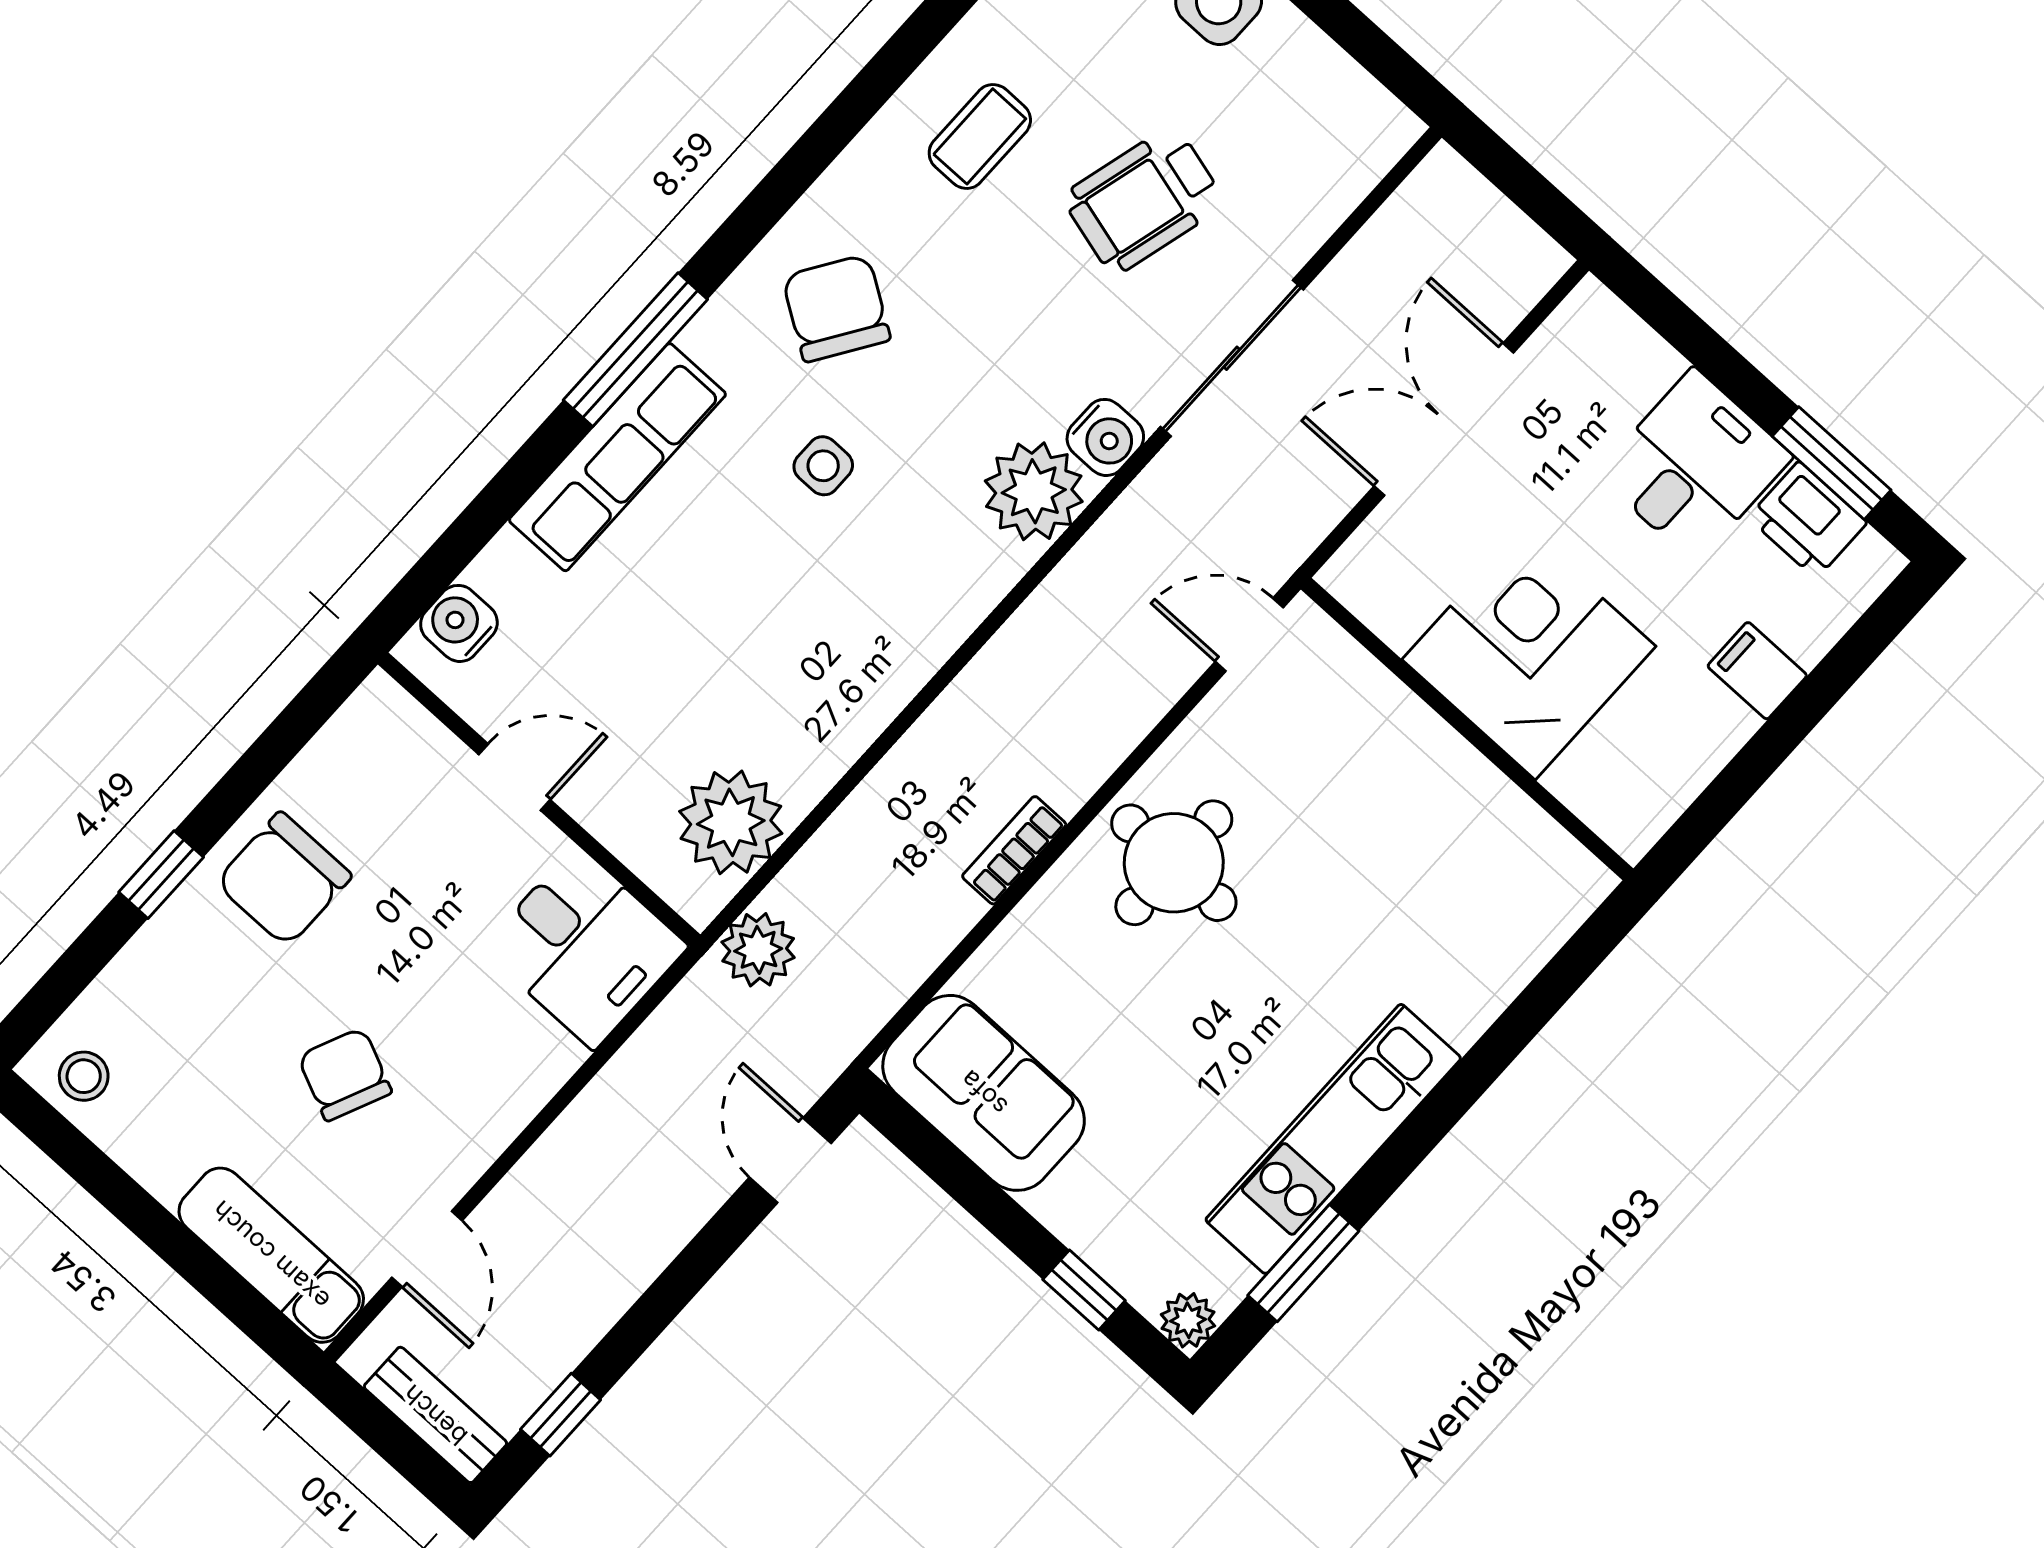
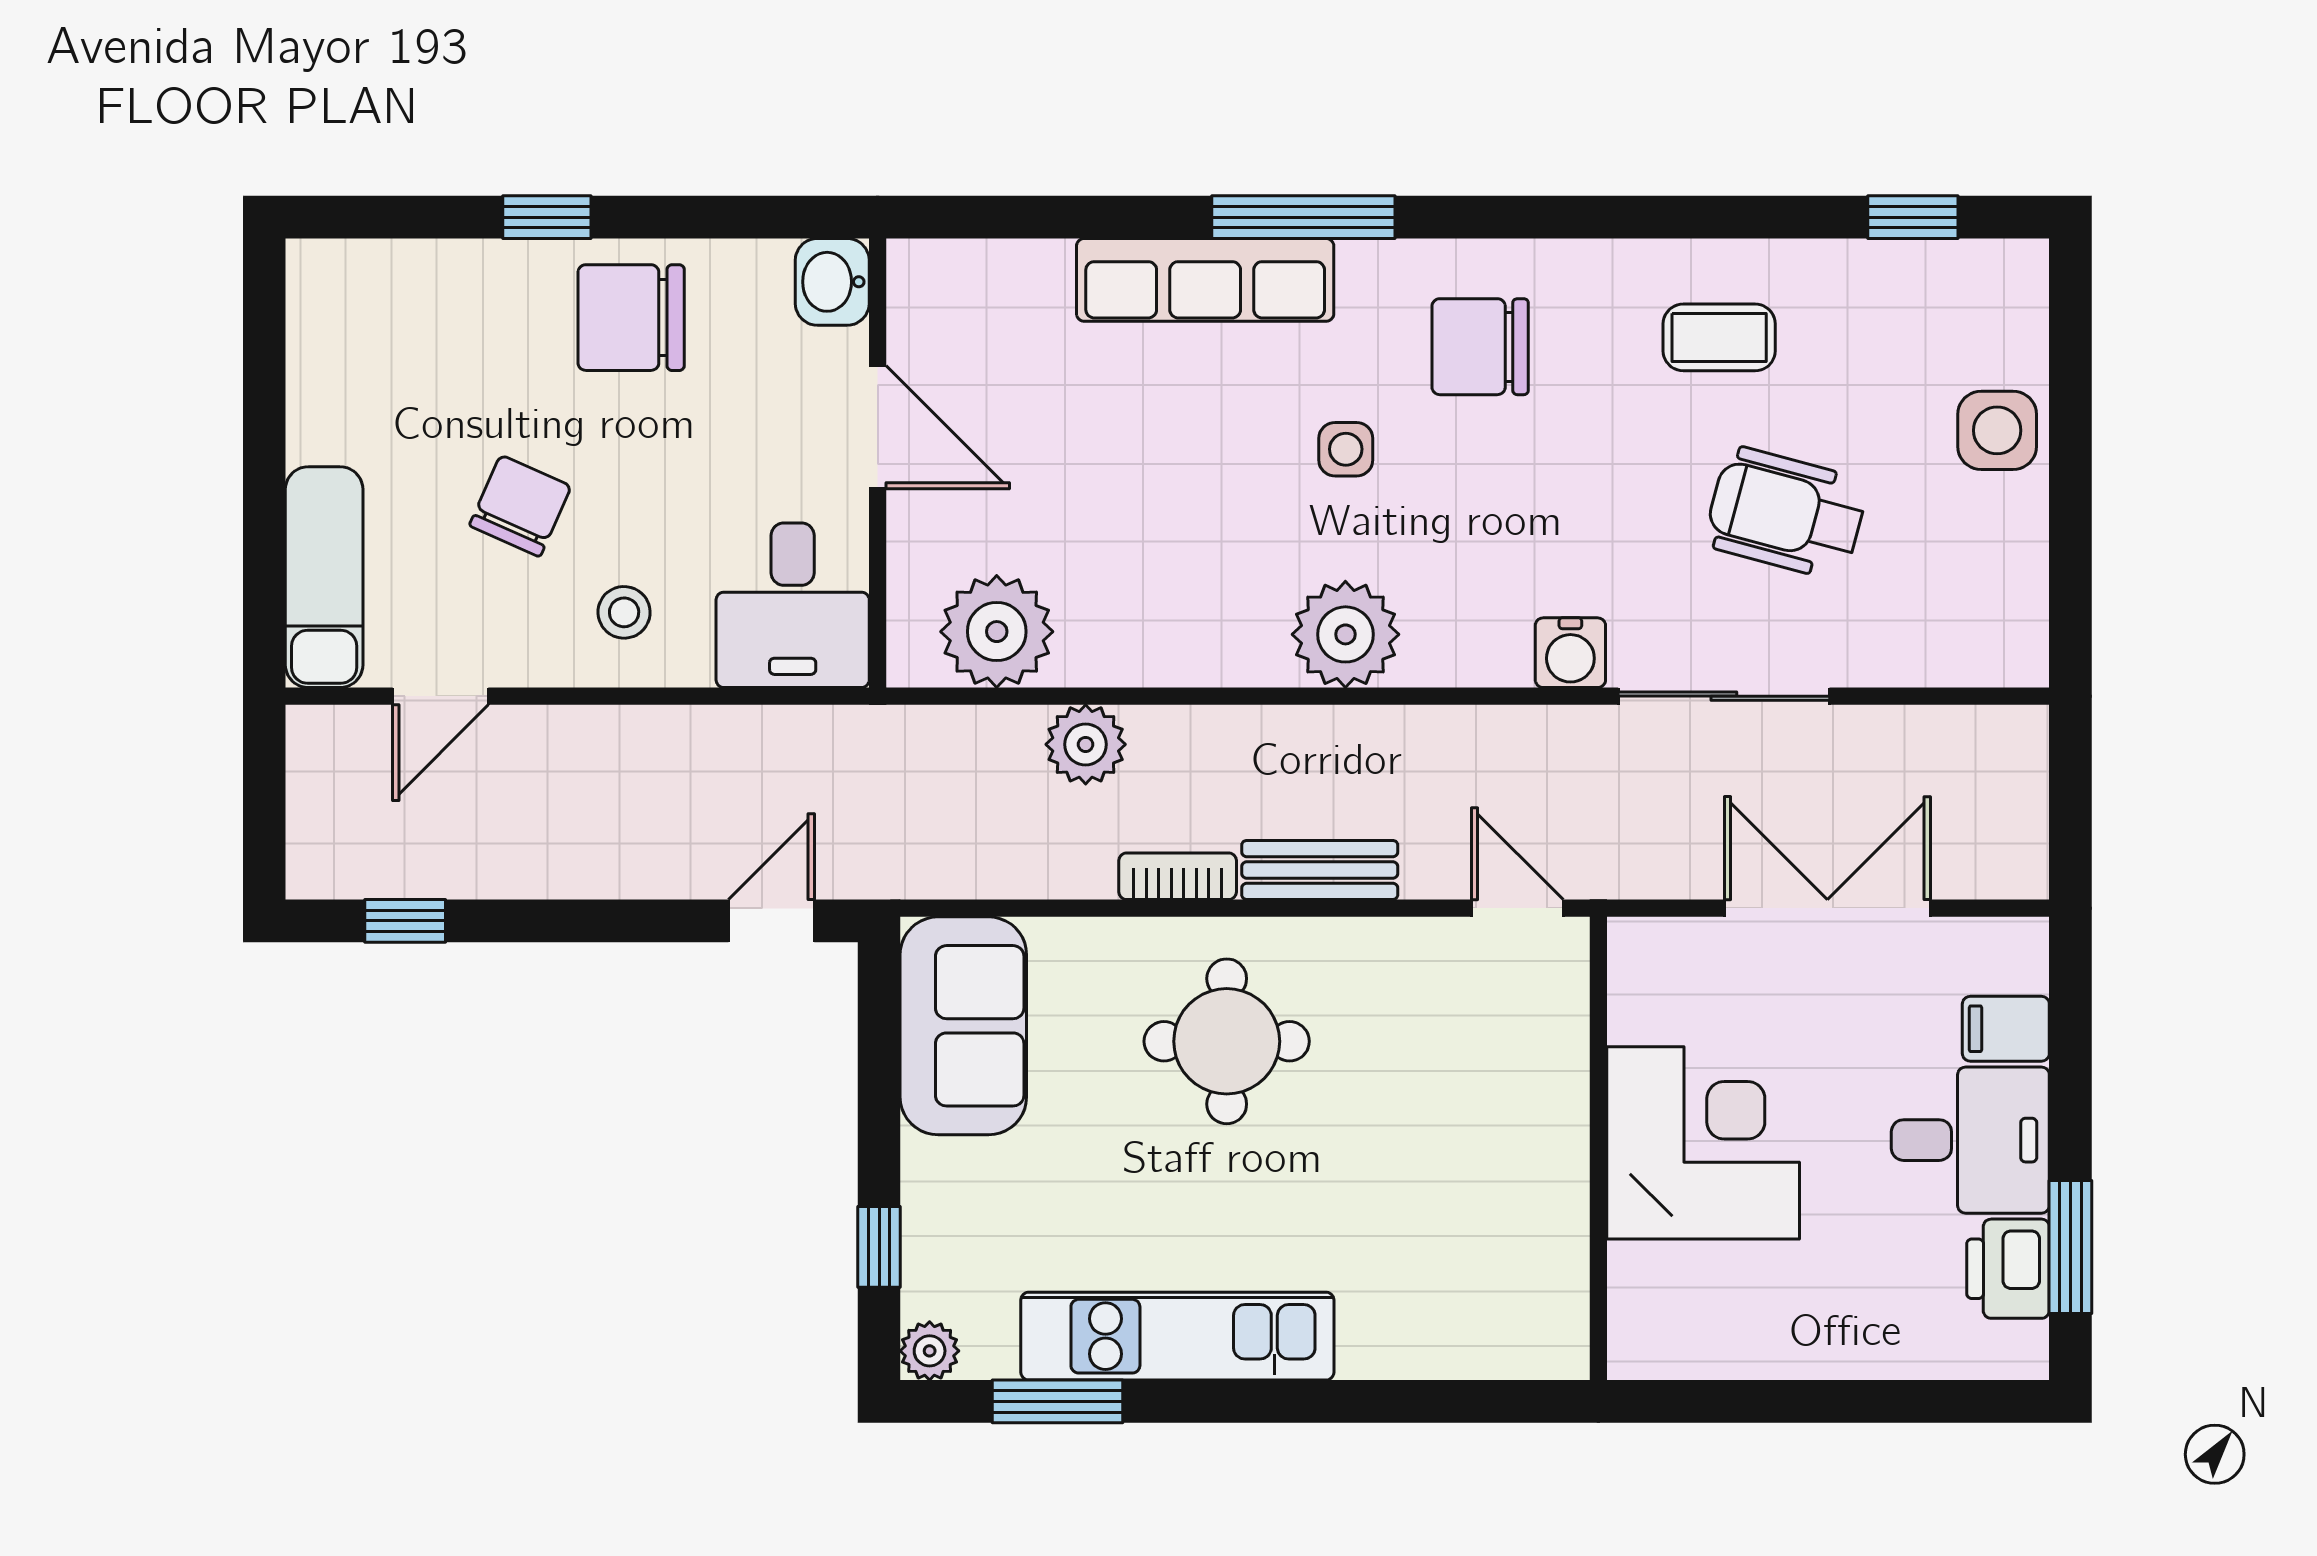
chair: (836, 308) -> (1480, 347), turned -123
plant: (1034, 491) -> (1345, 634), moved
water cooler: (459, 623) -> (960, 273), removed
filing cabinet: (1757, 671) -> (2006, 1029), moved, turned -90
washbasin: (385, 717) -> (832, 282), added
door: (514, 777) -> (878, 427), width x1.38
round table: (1174, 863) -> (1227, 1041), moved
plant: (758, 950) -> (1086, 744), moved
stool: (84, 1076) -> (624, 612), moved
bench: (435, 1415) -> (1320, 870), moved, turned 90

